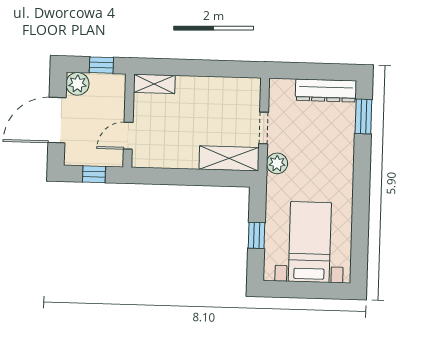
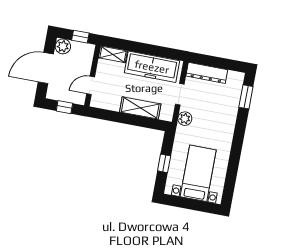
dresser: (326, 91) -> (207, 73), moved
freezer: (216, 93) -> (152, 67), added
shelving: (229, 158) -> (140, 108), moved

